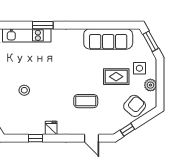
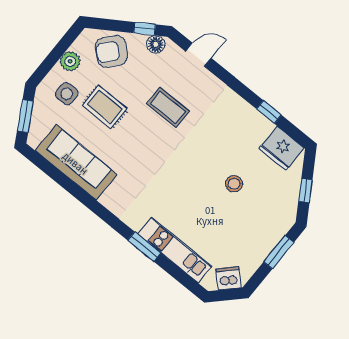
floor lamp: (116, 127) -> (156, 44), added
fridge: (51, 128) -> (281, 148), moved, width x1.88, depth x1.34
door: (92, 138) -> (198, 55), hinge flipped

